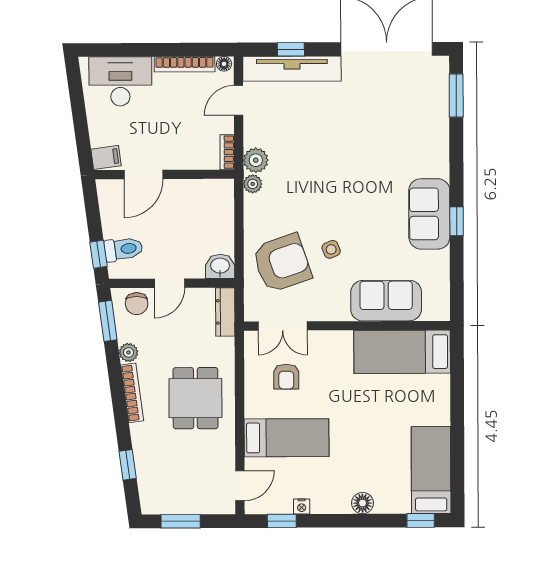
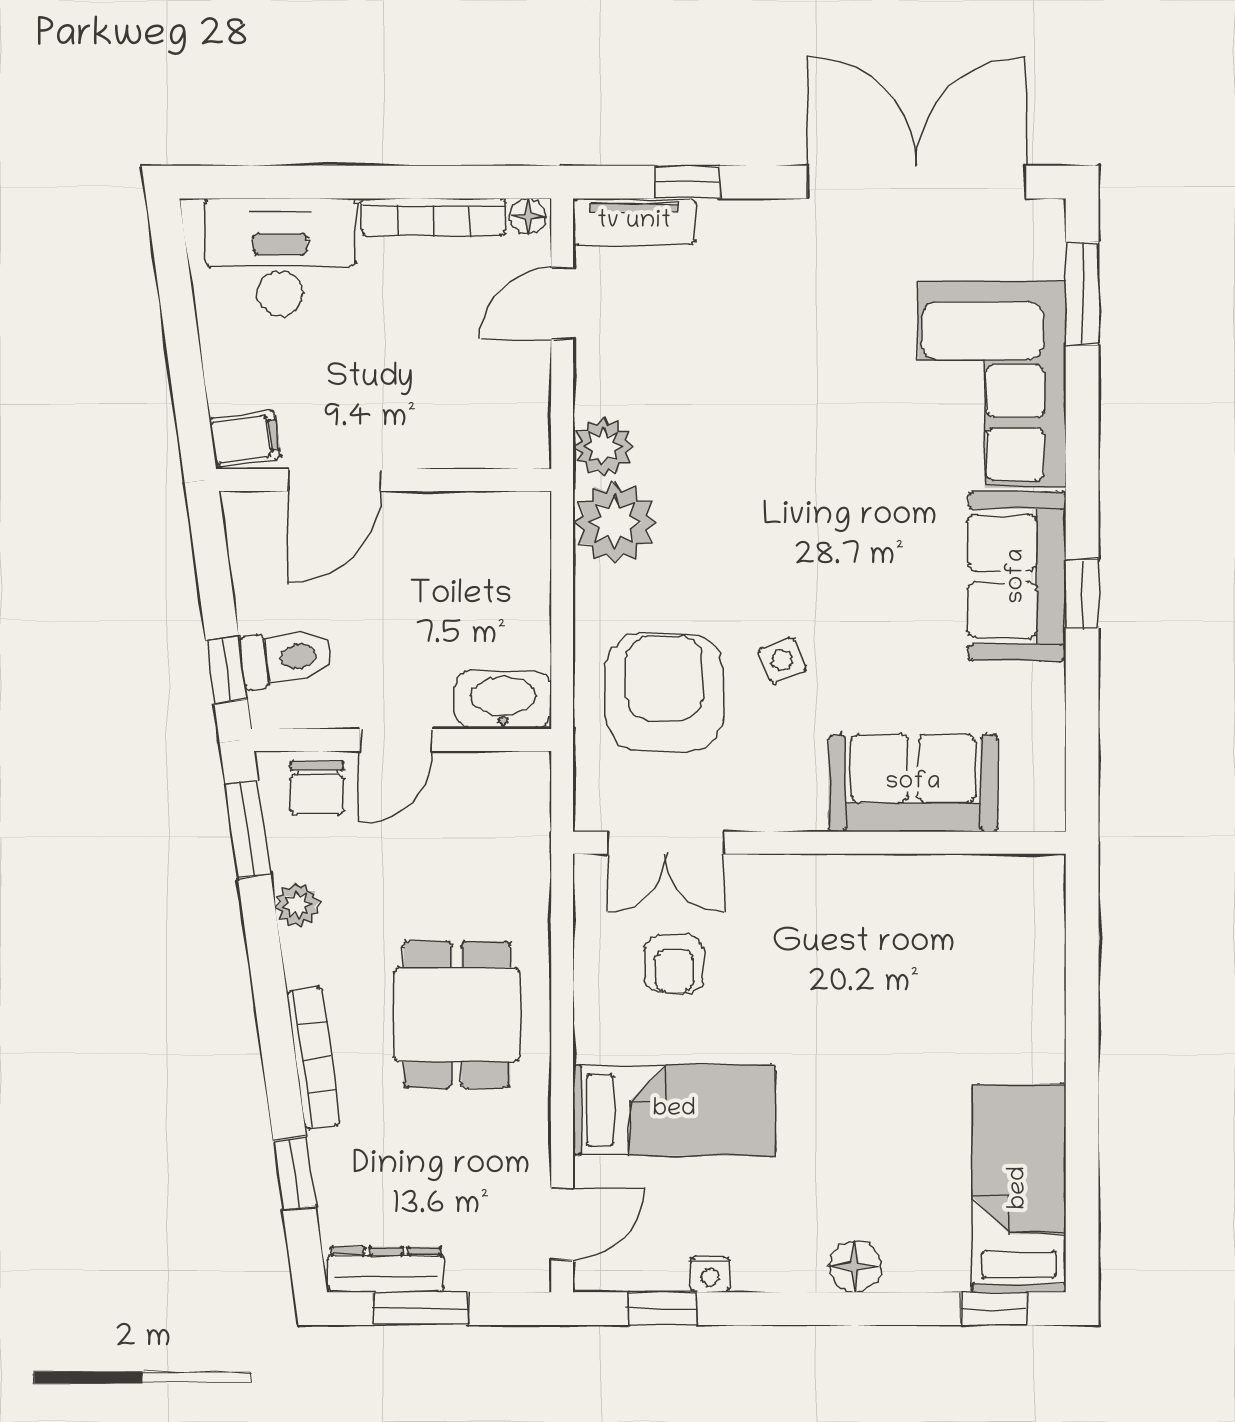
tv unit: (292, 69) -> (634, 222), width x0.52, depth x0.78
corner sofa: (419, 134) -> (992, 384), added
bookcase: (227, 152) -> (535, 427), removed
plant: (253, 184) -> (615, 523), width x1.87, depth x1.87
armchair: (282, 263) -> (664, 692), turned -71
washbasin: (220, 266) -> (503, 700), width x1.38
dresser: (225, 312) -> (386, 1270), moved, turned 90
bed: (402, 352) -> (951, 905), removed
bookcase: (132, 393) -> (313, 1058), moved

